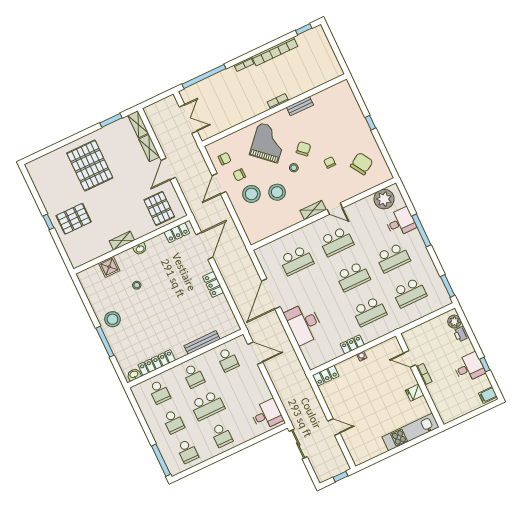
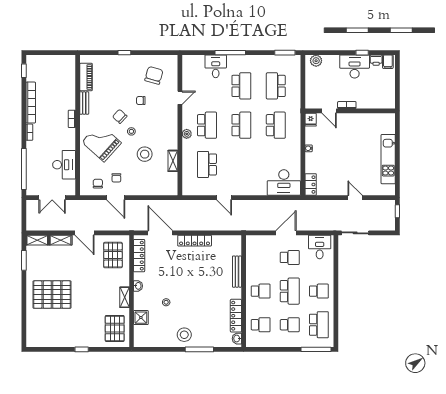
piano: (327, 95) -> (86, 77), added
desk: (228, 115) -> (64, 165), added
double door: (188, 119) -> (52, 198), swing flipped
chair: (362, 164) -> (154, 75), turned 48
stool: (251, 194) -> (136, 175), removed
plant: (384, 199) -> (187, 134), moved, width x0.53, depth x0.53
pallet: (159, 208) -> (113, 255), turned 90
door: (335, 209) -> (180, 98), moved
shelving: (313, 210) -> (173, 161), moved
pallet: (74, 219) -> (115, 328), moved
locker: (177, 233) -> (139, 256), width x1.53
school desk: (297, 260) -> (207, 164), turned 180
locker: (213, 284) -> (195, 241), width x1.53
school desk: (409, 293) -> (276, 86), turned 180
door: (271, 294) -> (224, 198), width x0.53
desk: (304, 324) -> (284, 183), moved
printer: (461, 334) -> (376, 60), moved
locker: (352, 344) -> (296, 152), removed
door: (255, 353) -> (286, 233), moved
door: (410, 359) -> (329, 111), hinge flipped
school desk: (228, 360) -> (290, 257), moved
desk: (469, 368) -> (355, 66), width x1.37
fridge: (415, 393) -> (311, 120), moved
door: (334, 427) -> (355, 198), hinge flipped
kitchen unit: (411, 432) -> (388, 159), moved
school desk: (187, 451) -> (319, 325), width x1.85

